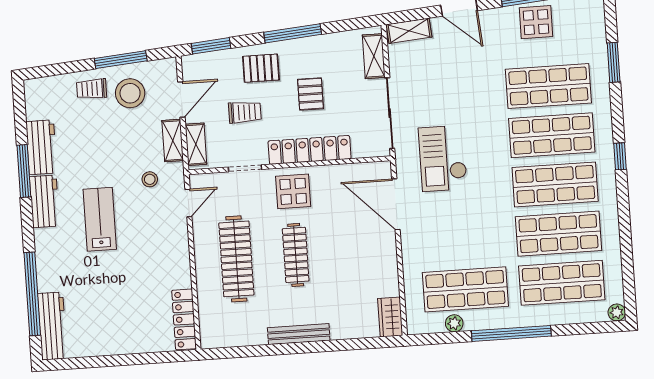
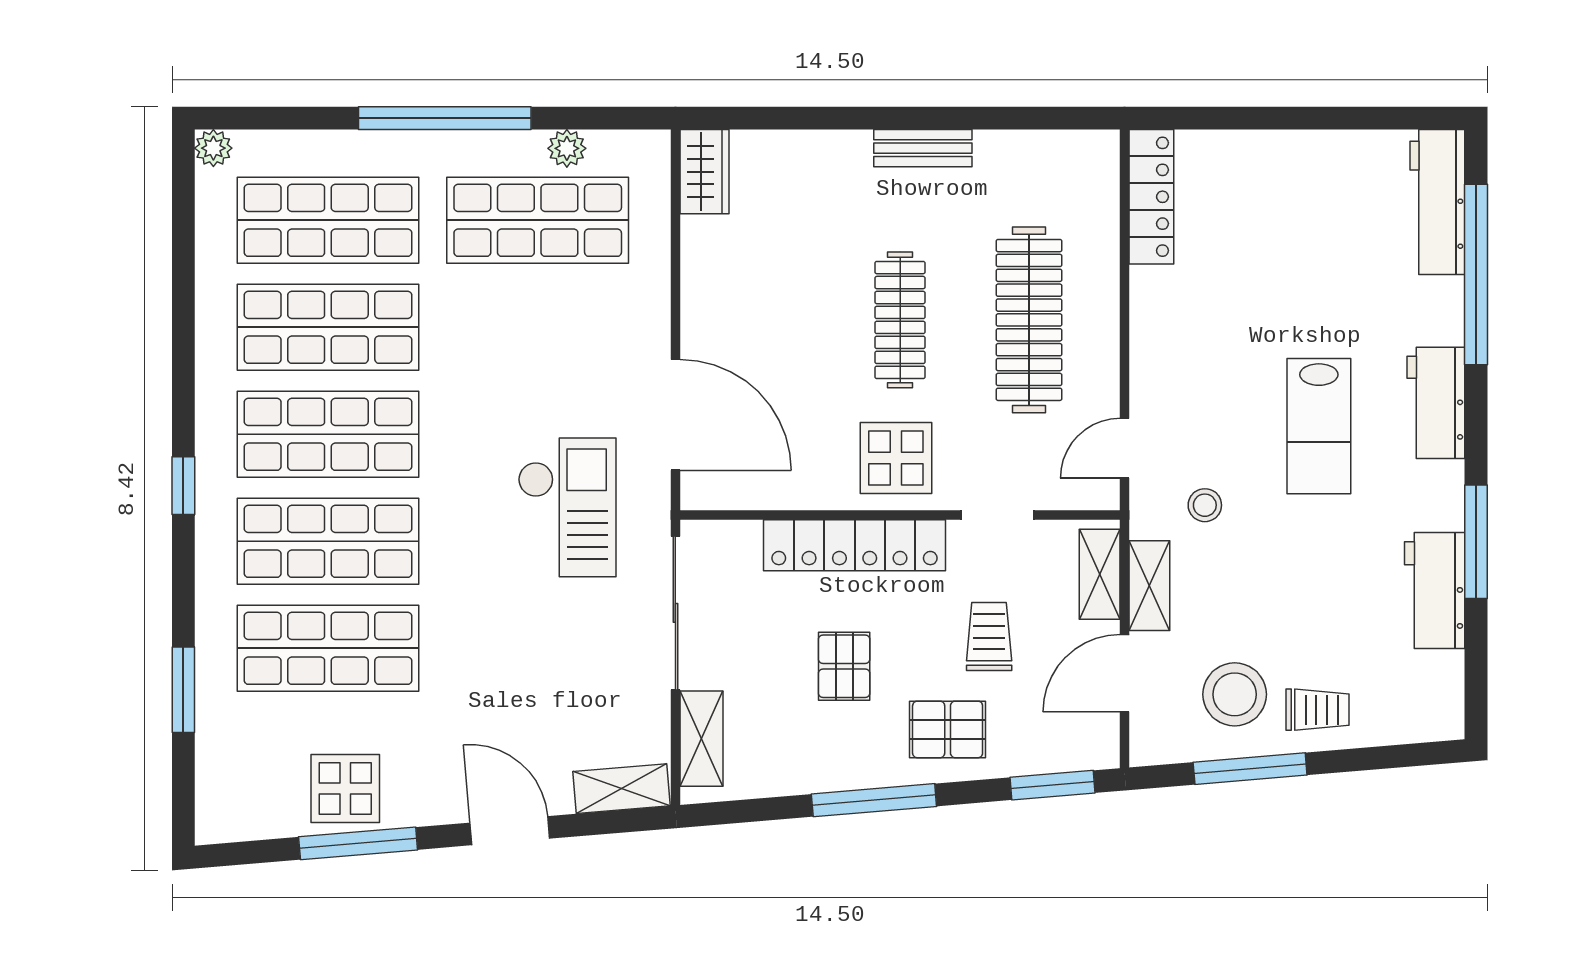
trolley: (245, 112) -> (989, 636), turned 90
workbench: (44, 201) -> (1436, 403), moved
bench: (299, 334) -> (923, 148), width x0.73

